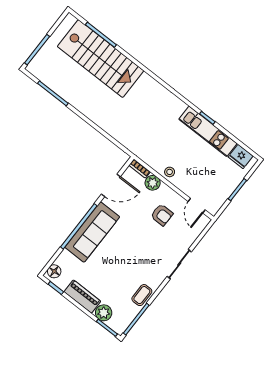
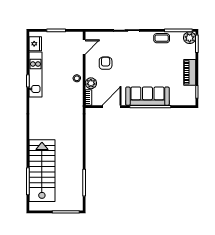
door: (111, 185) -> (111, 107), hinge flipped
floor lamp: (54, 271) -> (188, 100), removed
plant: (104, 313) -> (190, 38), moved

